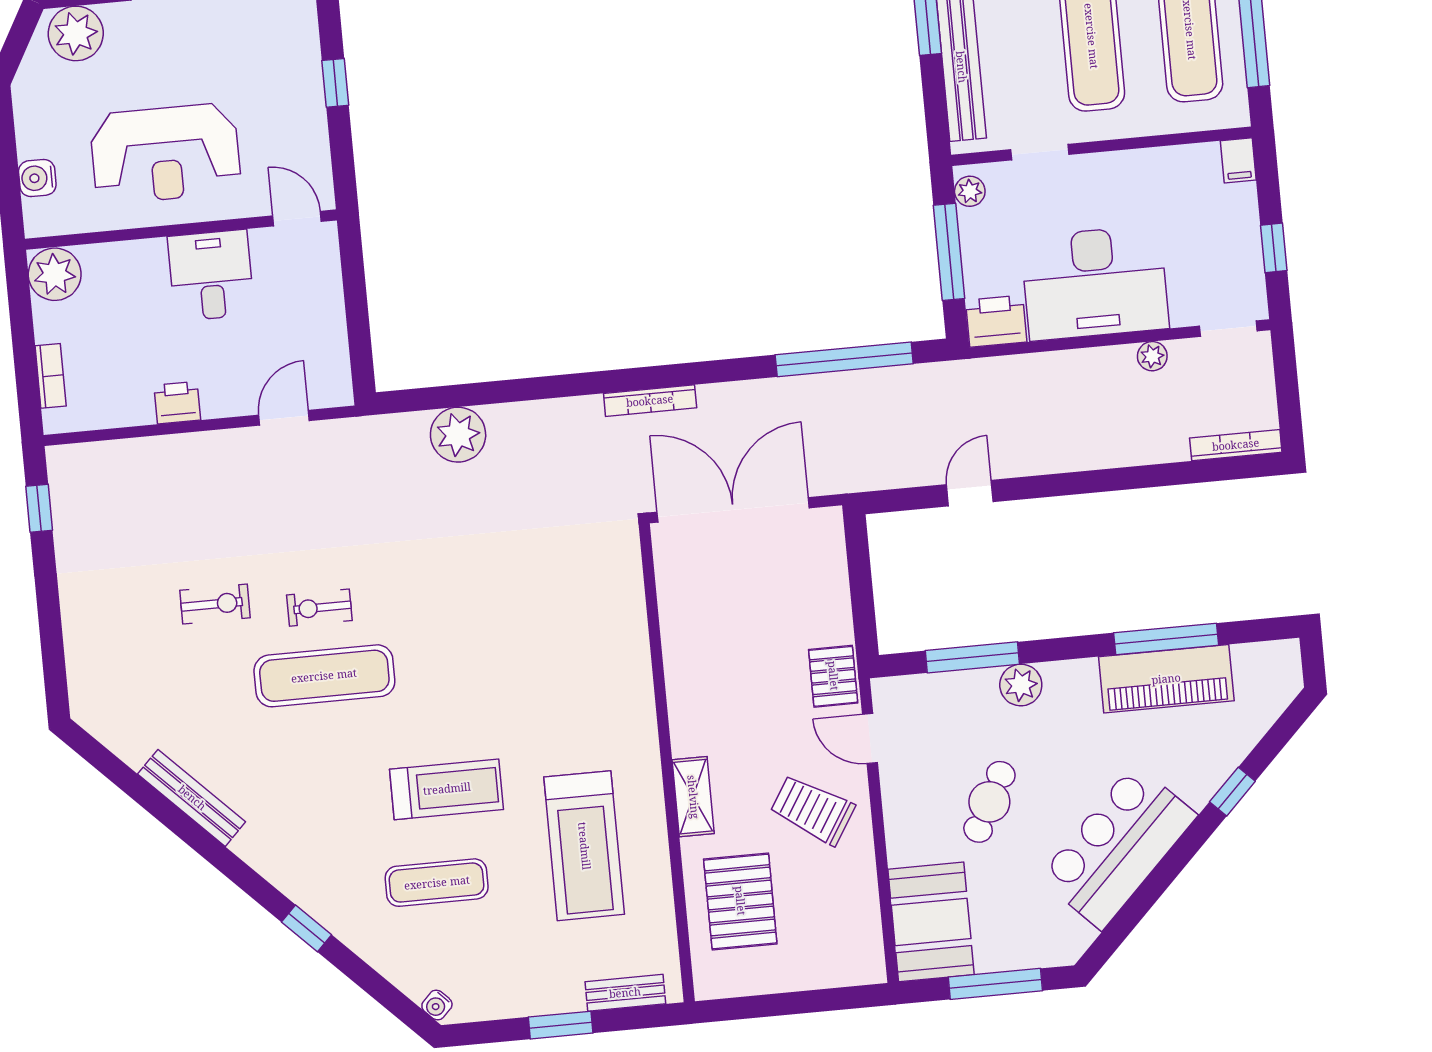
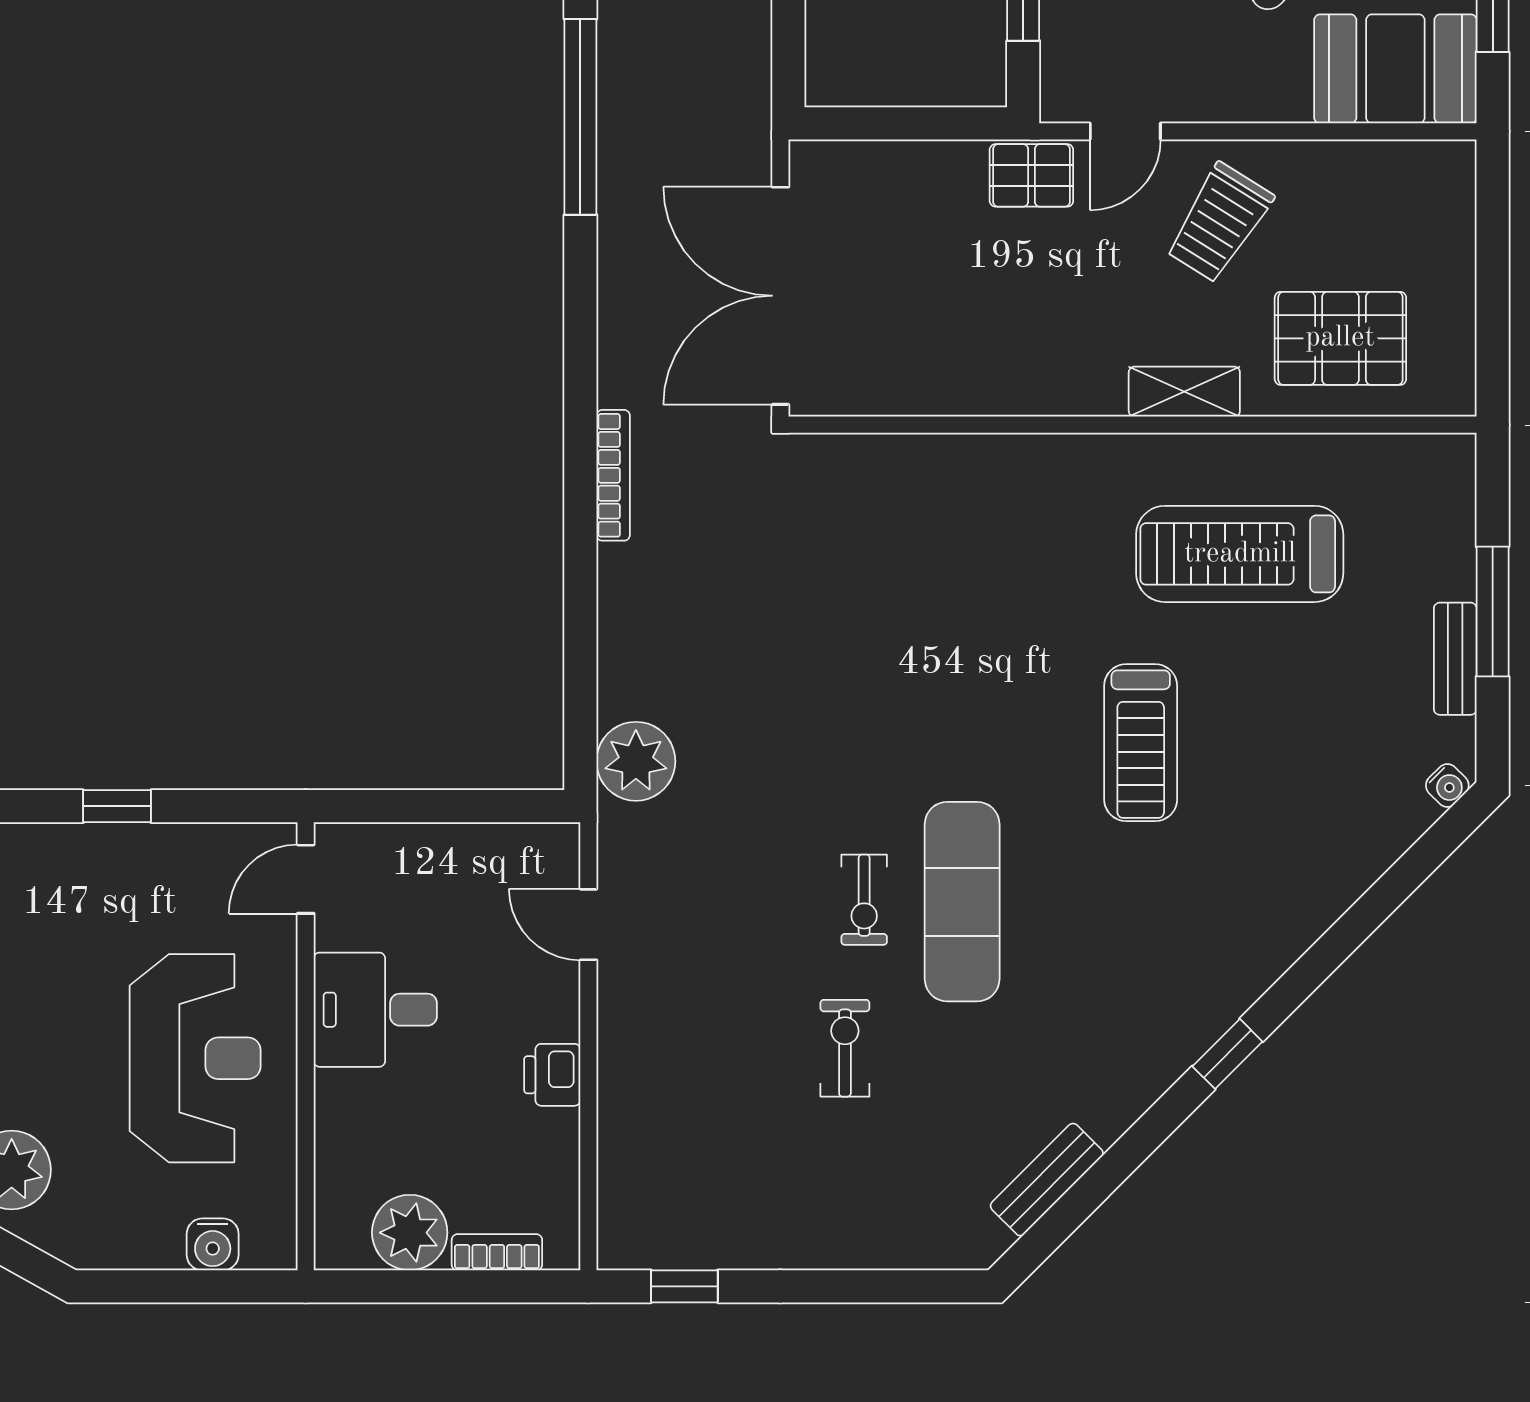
plant: (55, 274) -> (410, 1233), moved
bookcase: (650, 401) -> (613, 475), moved
plant: (458, 435) -> (636, 761), moved
treadmill: (447, 789) -> (1141, 743), turned 180
bench: (192, 798) -> (1047, 1180), moved, width x0.73
treadmill: (584, 846) -> (1240, 554), turned 180
exercise mat: (437, 883) -> (1272, 769), removed
window: (307, 928) -> (1227, 1054), moved
bench: (625, 993) -> (1455, 659), moved
window: (561, 1025) -> (1493, 612), width x1.44

